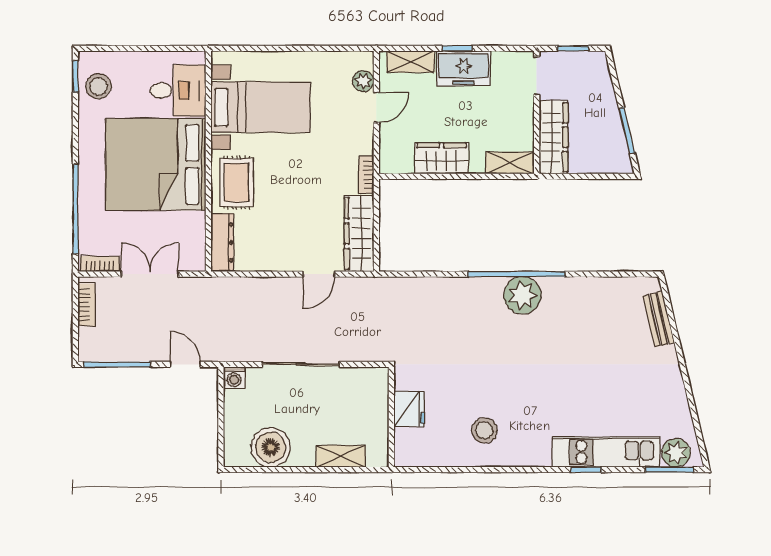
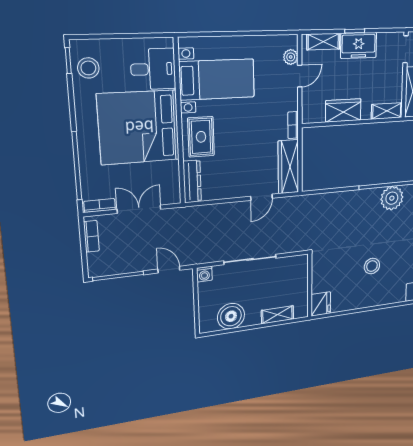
fridge: (409, 409) -> (321, 304), moved
stool: (484, 430) -> (372, 266), moved

